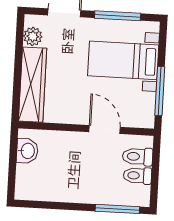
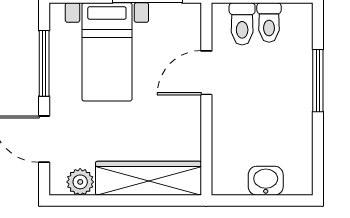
washbasin: (27, 151) -> (266, 181), moved
window: (117, 209) -> (318, 81), moved

